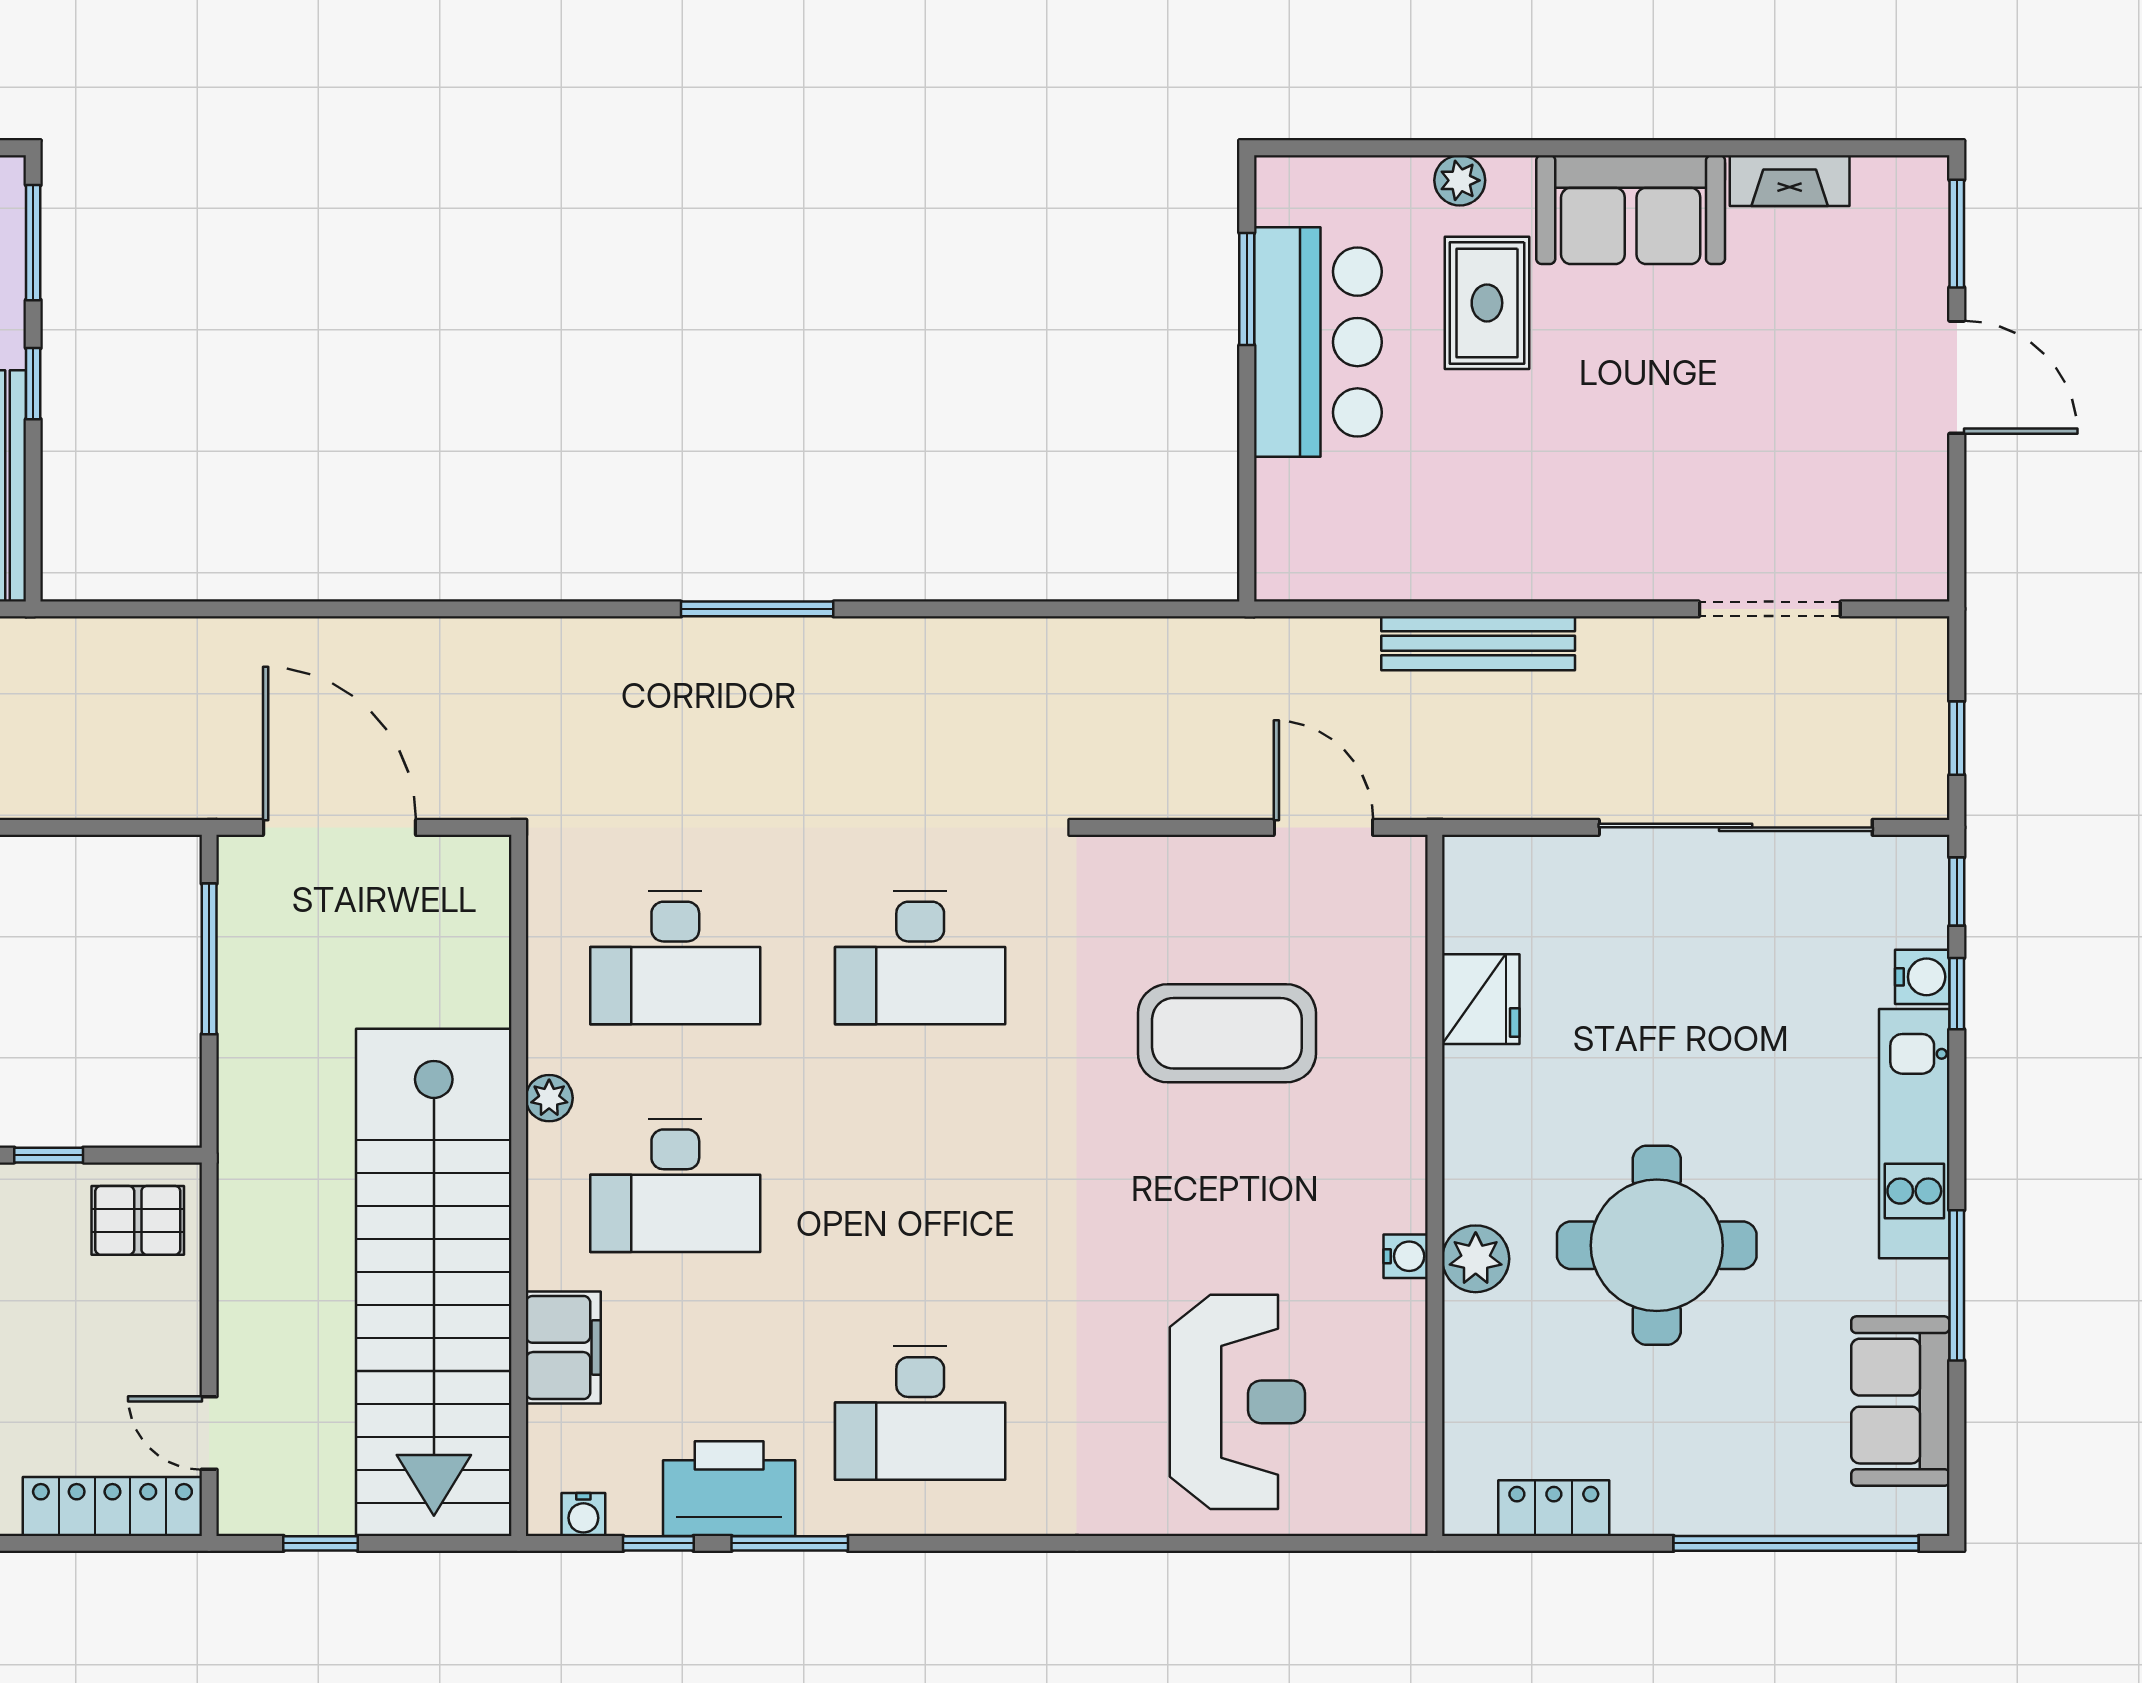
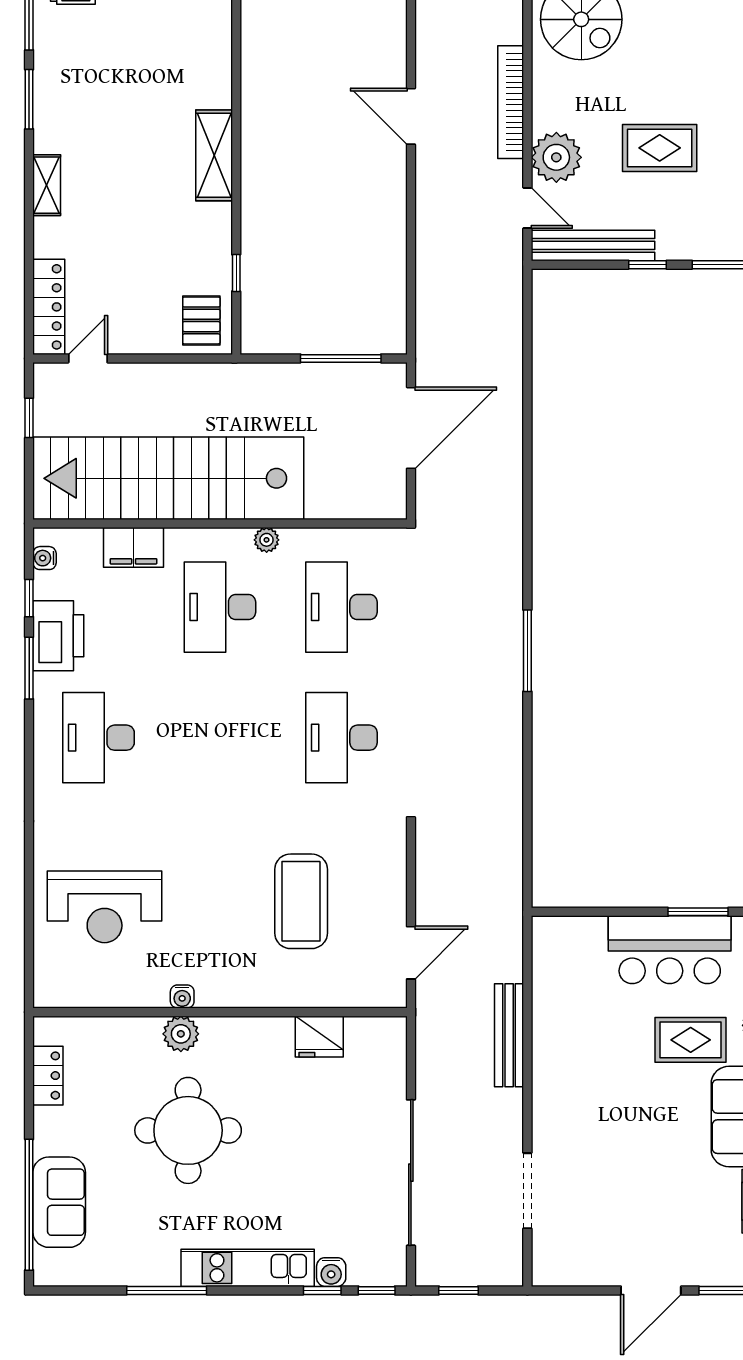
sofa: (1900, 1401) -> (59, 1202), moved, turned 90

